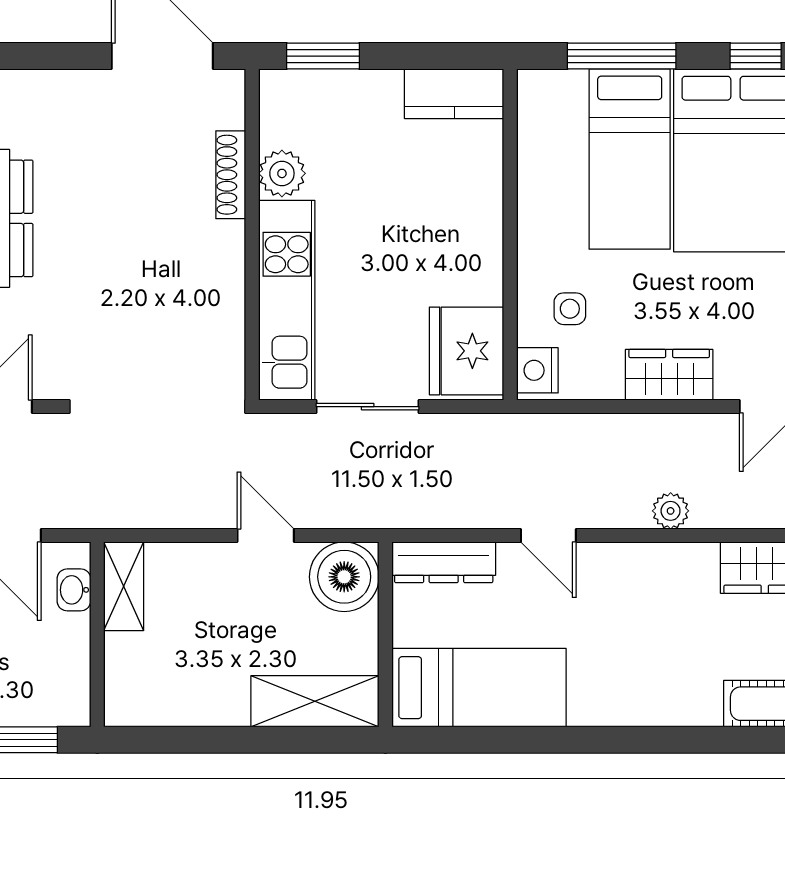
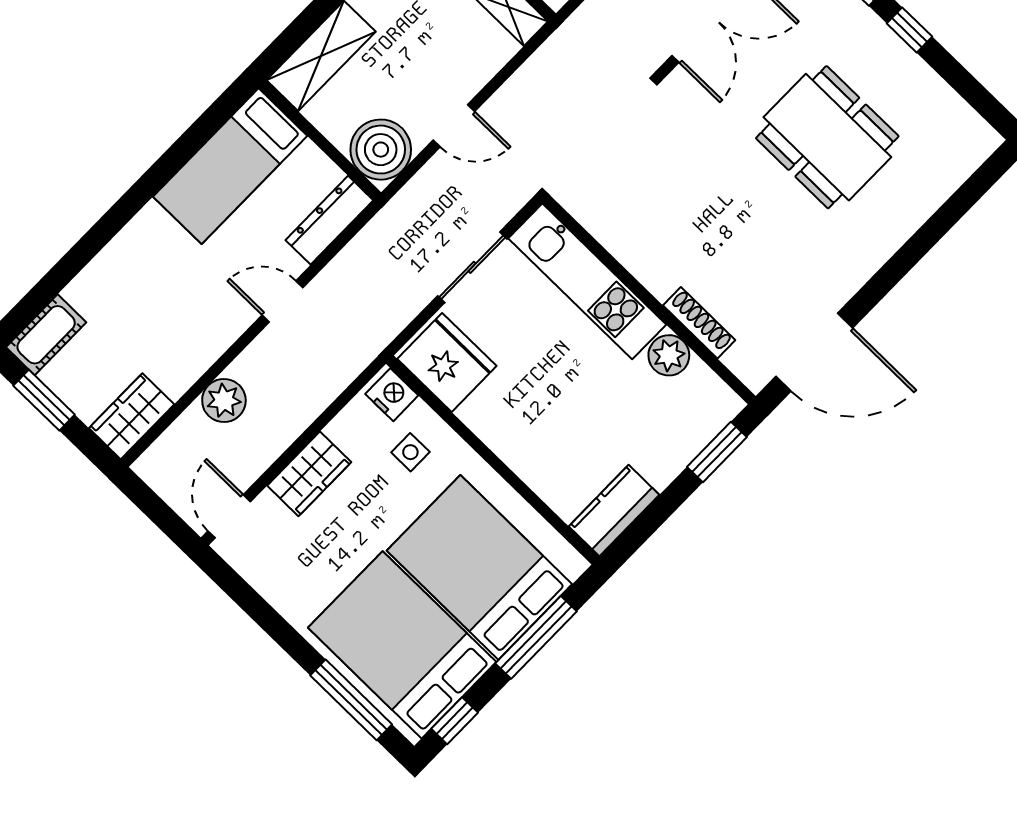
bed: (630, 159) -> (479, 567), width x1.50
plant: (671, 511) -> (224, 401), width x1.38, depth x1.38

